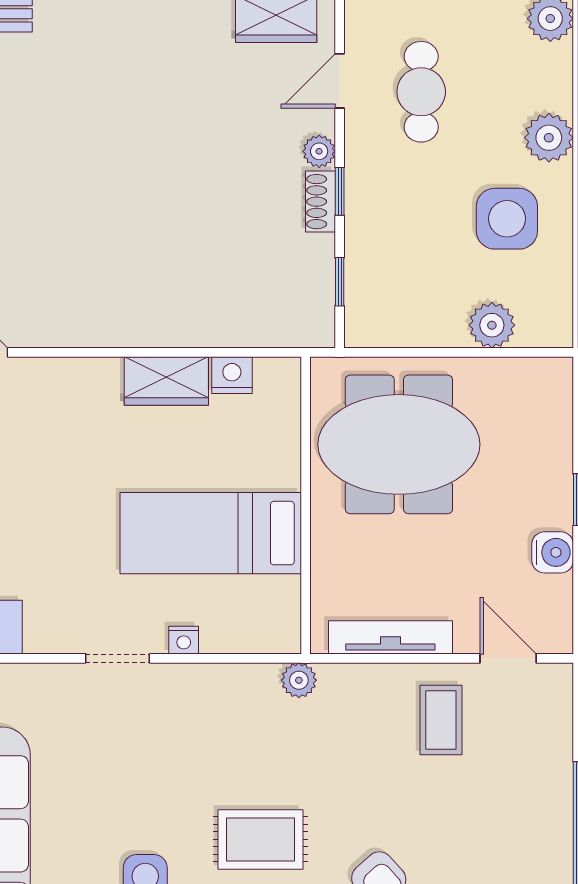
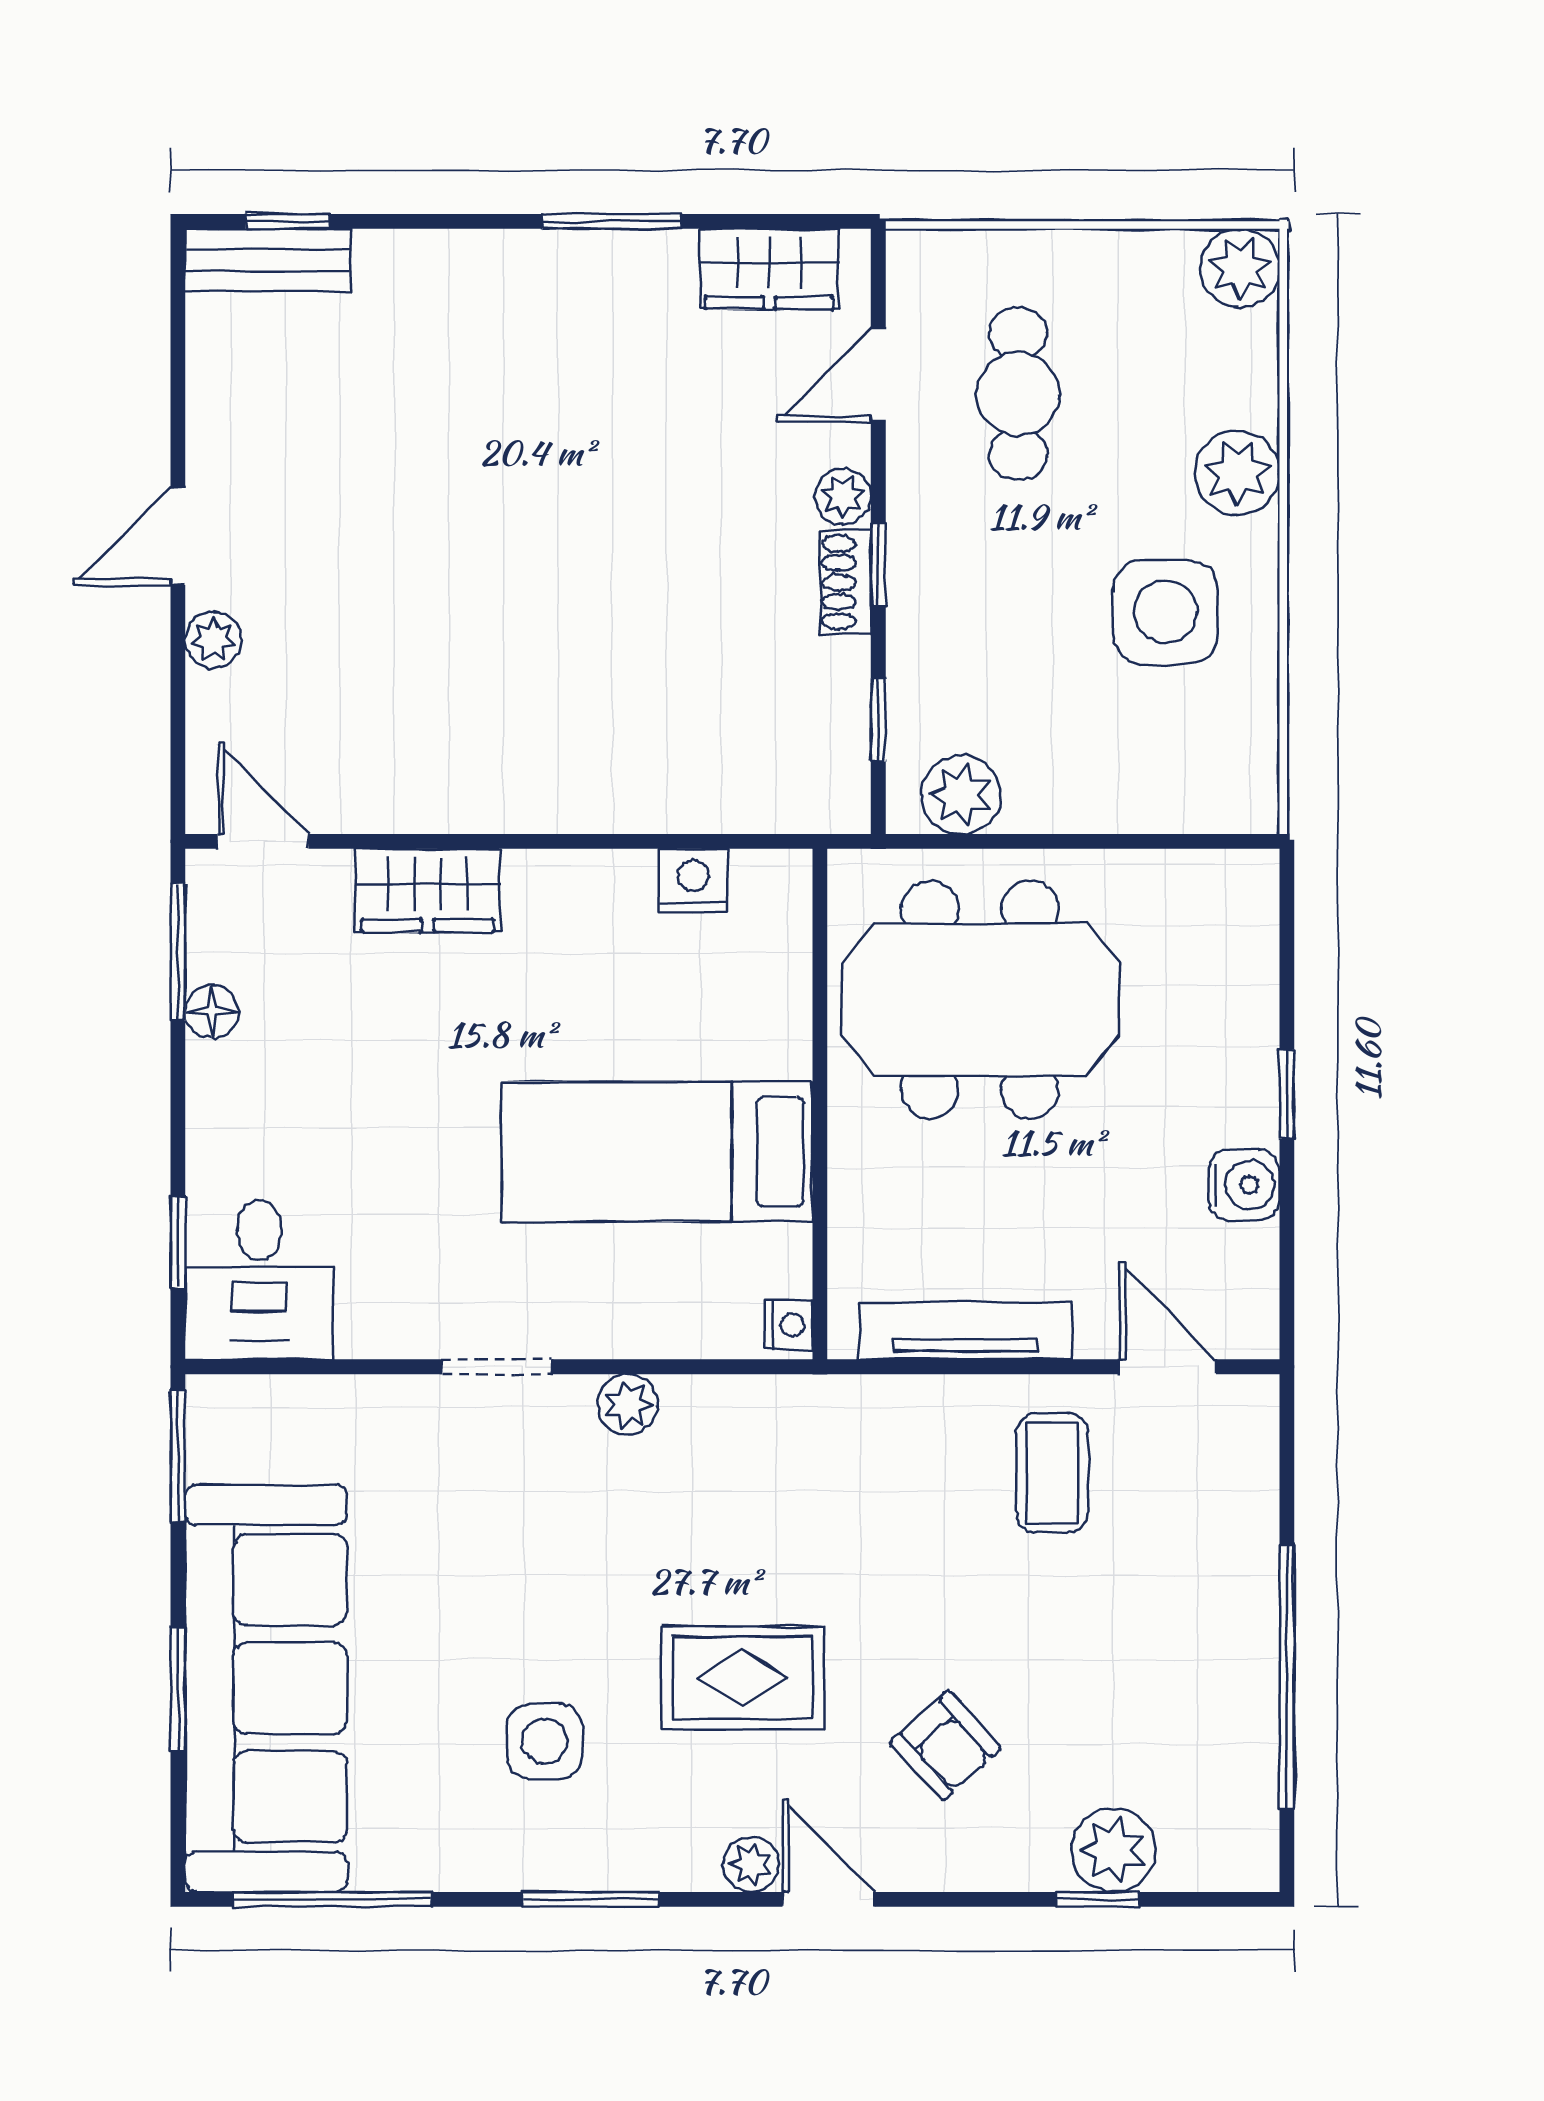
plant: (492, 325) -> (961, 795), moved
wardrobe: (166, 381) -> (428, 891), moved
nightstand: (184, 640) -> (789, 1325), moved, turned -90
plant: (299, 680) -> (628, 1404), moved

